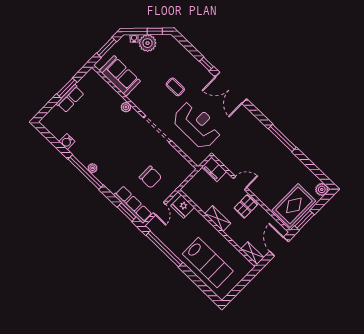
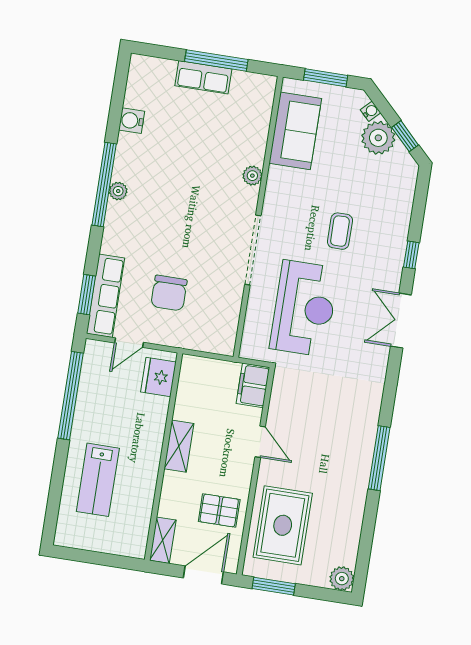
window: (67, 88) -> (216, 60), width x1.44
double door: (231, 88) -> (401, 321), width x0.73
rug: (294, 205) -> (283, 525), moved, turned 90
pallet: (246, 206) -> (219, 510), moved
lab bench: (208, 263) -> (98, 480), width x0.73, depth x0.72

